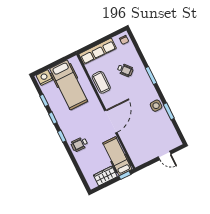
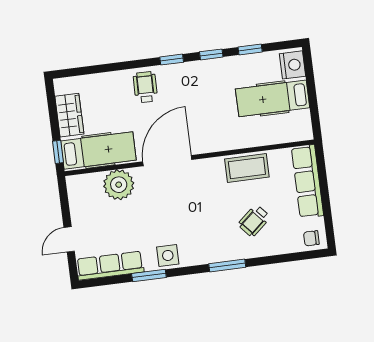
hospital bed: (69, 85) -> (273, 98), width x0.73, depth x0.78
door: (111, 122) -> (167, 161), swing flipped
row of seats: (171, 132) -> (110, 266), added
plant: (130, 141) -> (119, 185), added

